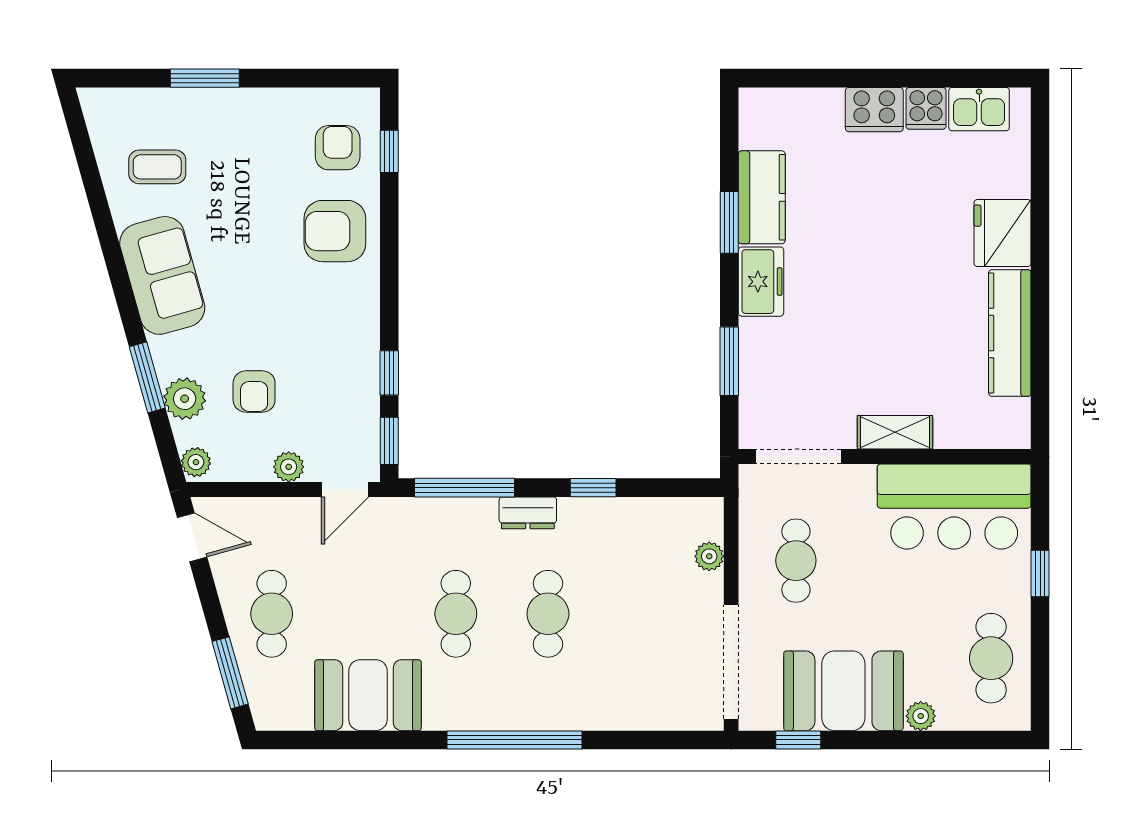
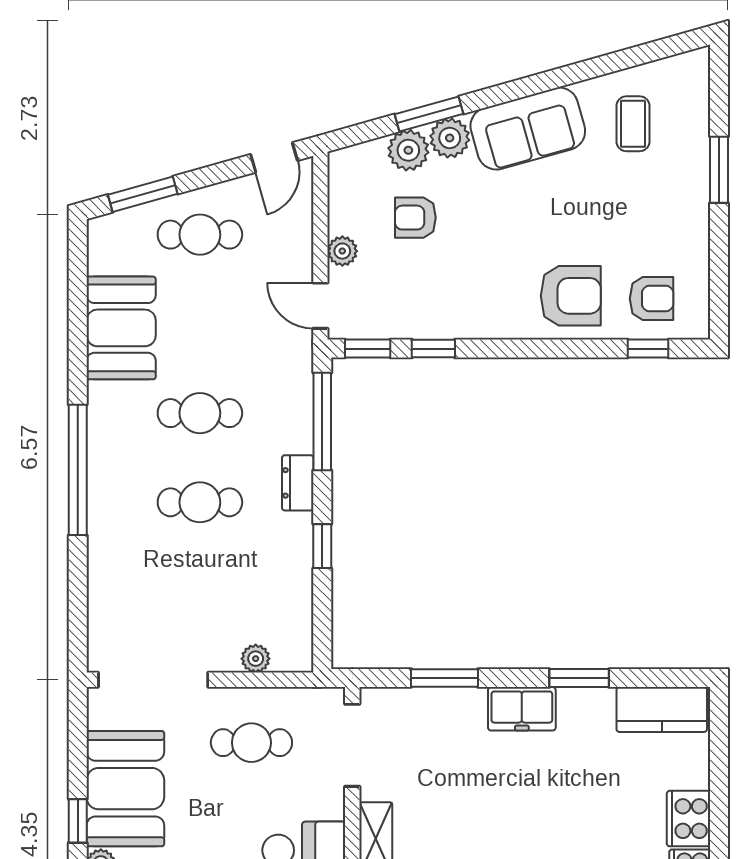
kitchen counter: (762, 197) -> (662, 709), moved
armchair: (335, 231) -> (571, 296), turned 90
plant: (196, 462) -> (450, 138), moved, width x1.38, depth x1.38
window: (798, 740) -> (78, 821), moved

